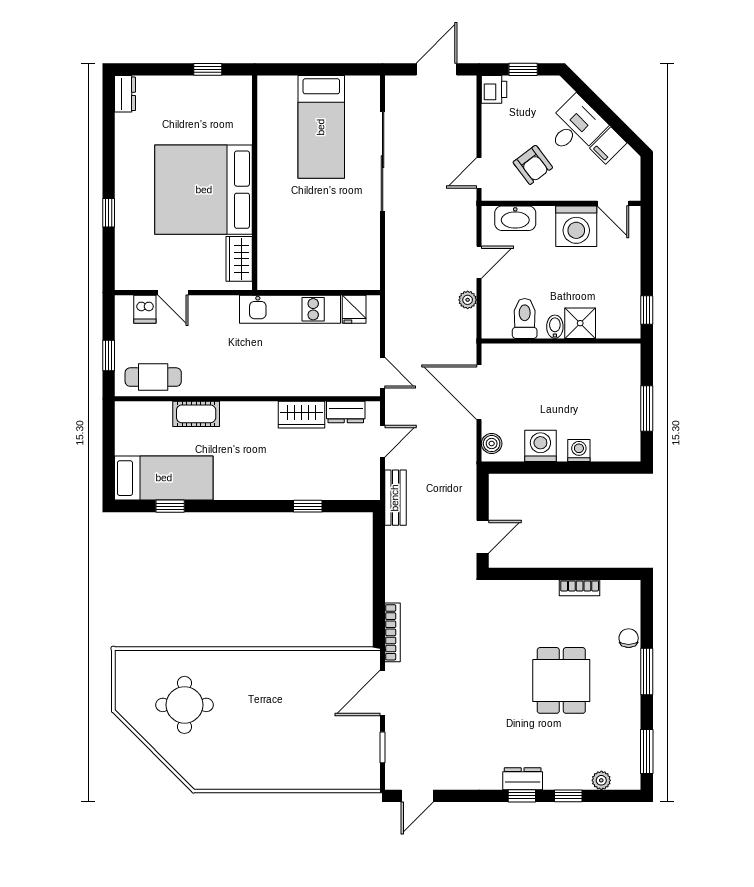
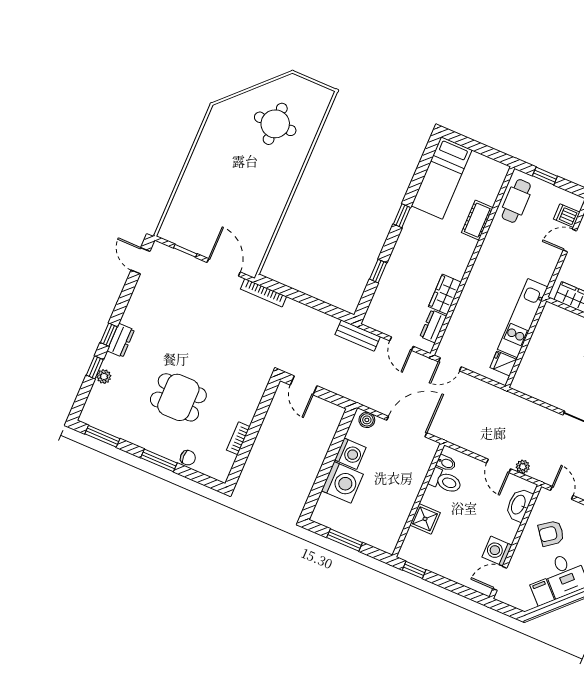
washing machine: (576, 226) -> (497, 551), width x0.73, depth x0.73
plant: (468, 300) -> (523, 467), moved
bidet: (555, 327) -> (446, 463), moved
washing machine: (579, 451) -> (342, 482), width x1.89, depth x1.89
window: (170, 506) -> (402, 216), moved
plant: (601, 780) -> (104, 377), moved

